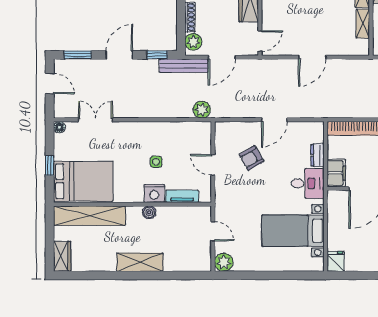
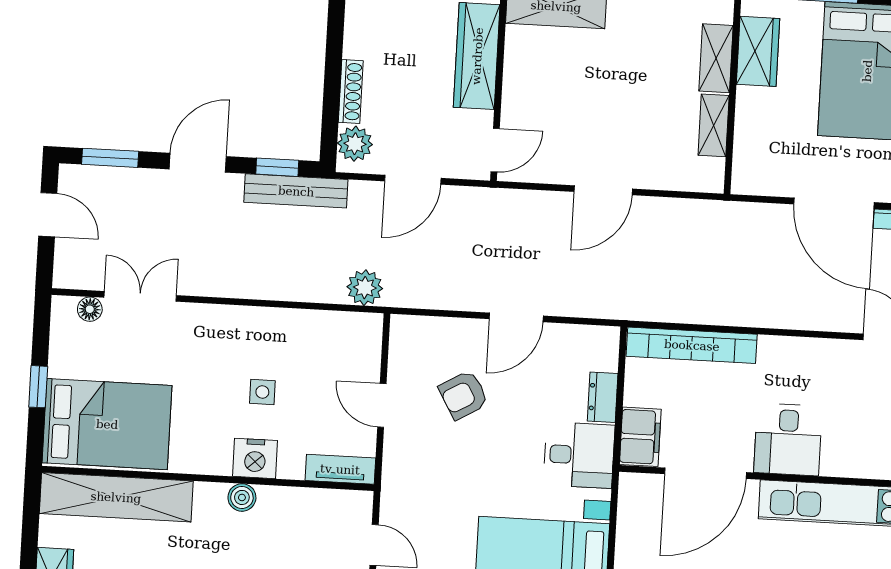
bench: (184, 66) -> (296, 191), moved
floor lamp: (59, 127) -> (90, 309), moved
tv unit: (182, 196) -> (340, 469), moved

